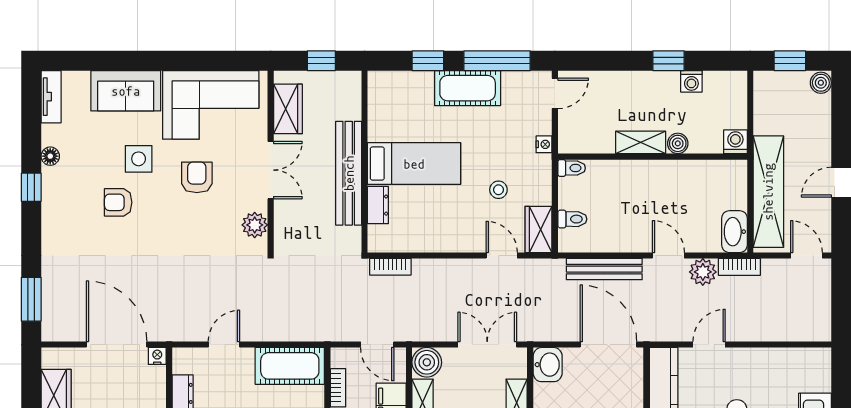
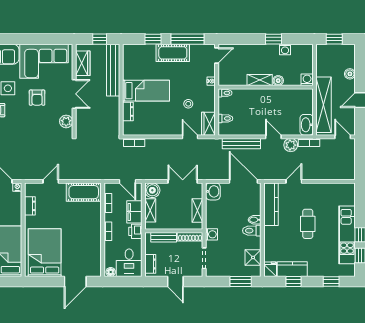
boiler: (821, 83) -> (350, 74), moved
bench: (349, 173) -> (113, 70), moved
armchair: (197, 177) -> (37, 98), turned 180

